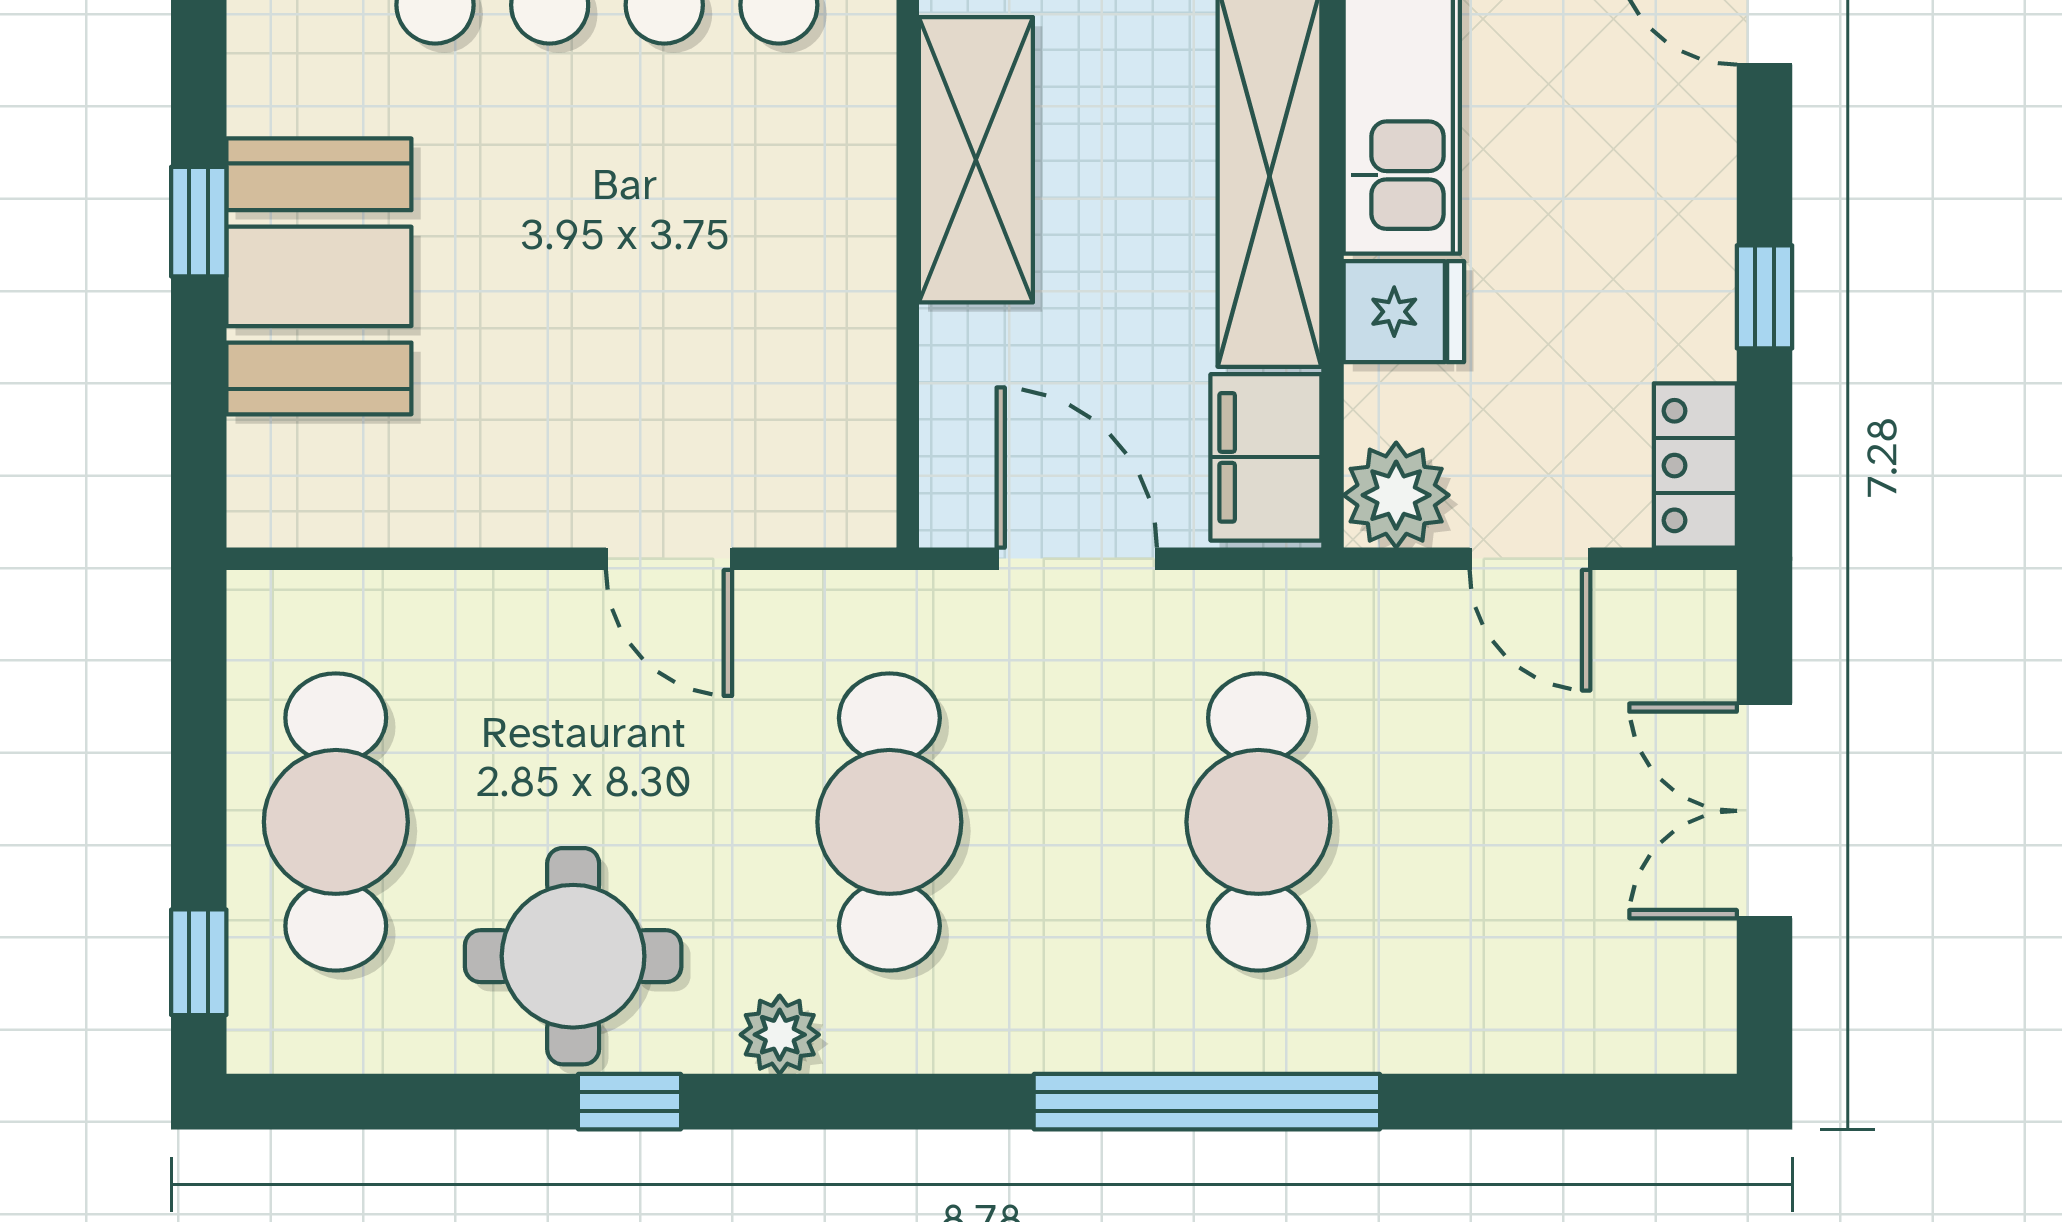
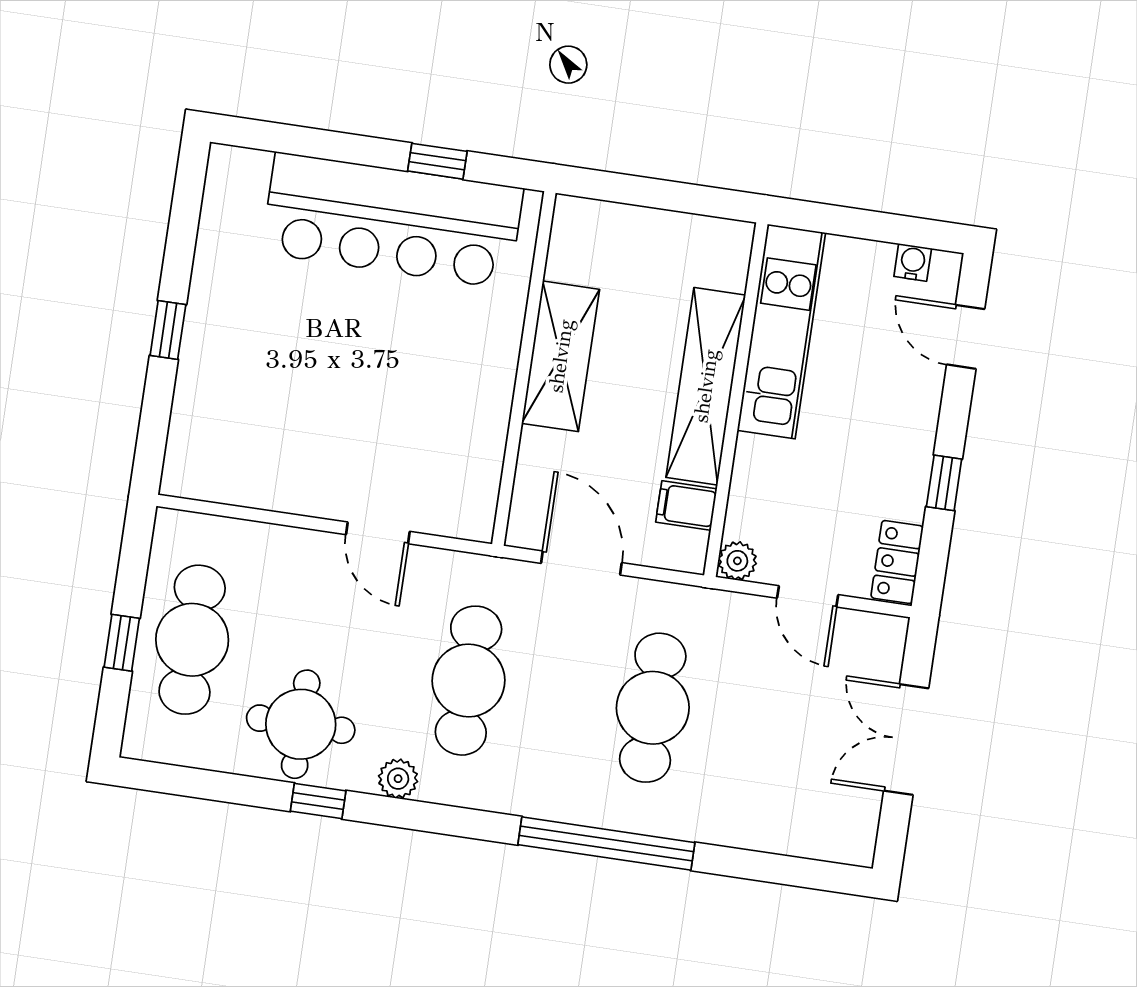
booth: (319, 276) -> (224, 366), removed
fridge: (1404, 312) -> (763, 464), removed
filing cabinet: (1266, 457) -> (686, 506), width x0.50
plant: (1396, 495) -> (737, 561), width x0.73, depth x0.73
window: (199, 962) -> (122, 643), moved

